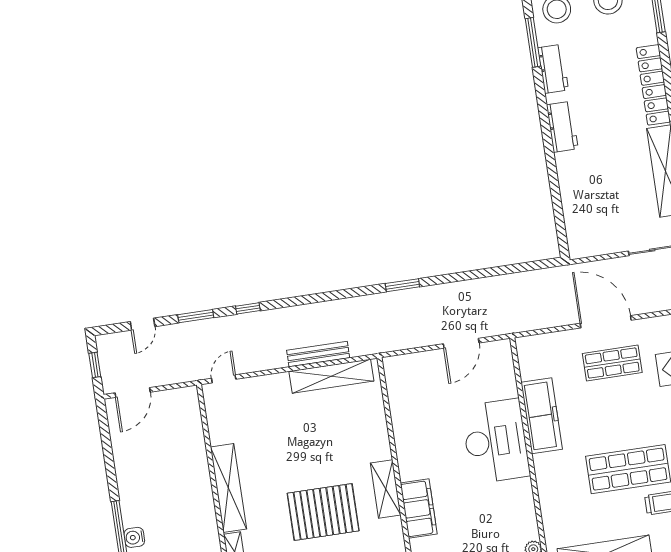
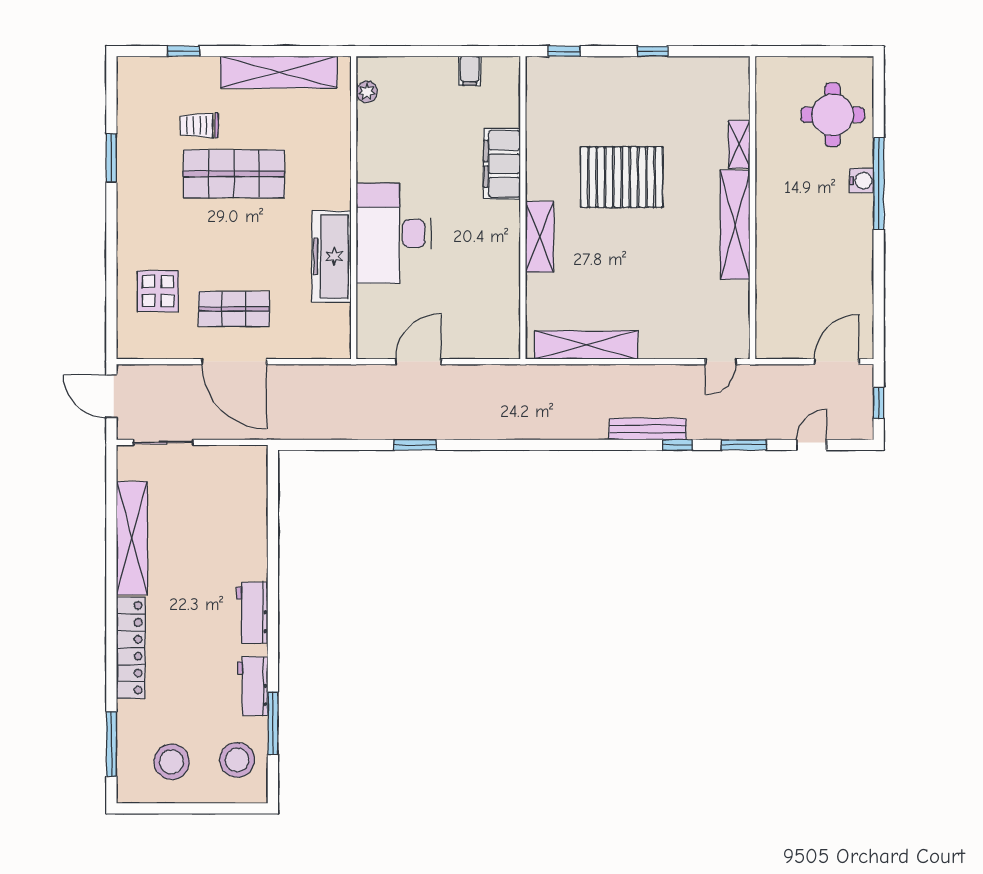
window: (402, 285) -> (415, 445), moved
bench: (318, 354) -> (648, 429), moved
shelving: (386, 489) -> (539, 237), moved

